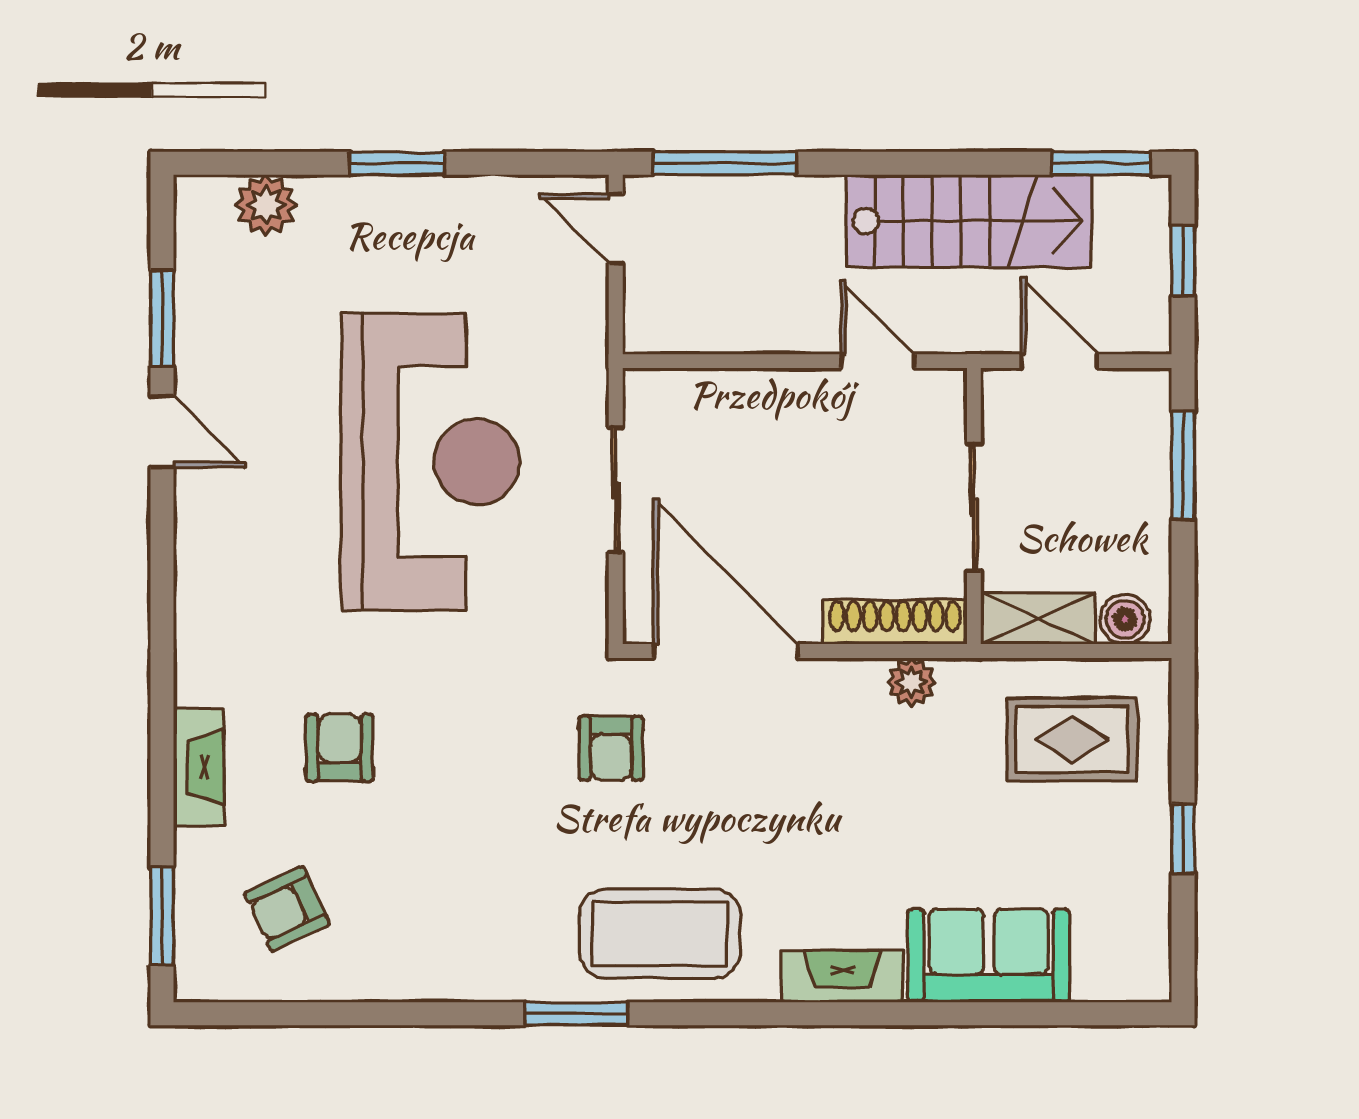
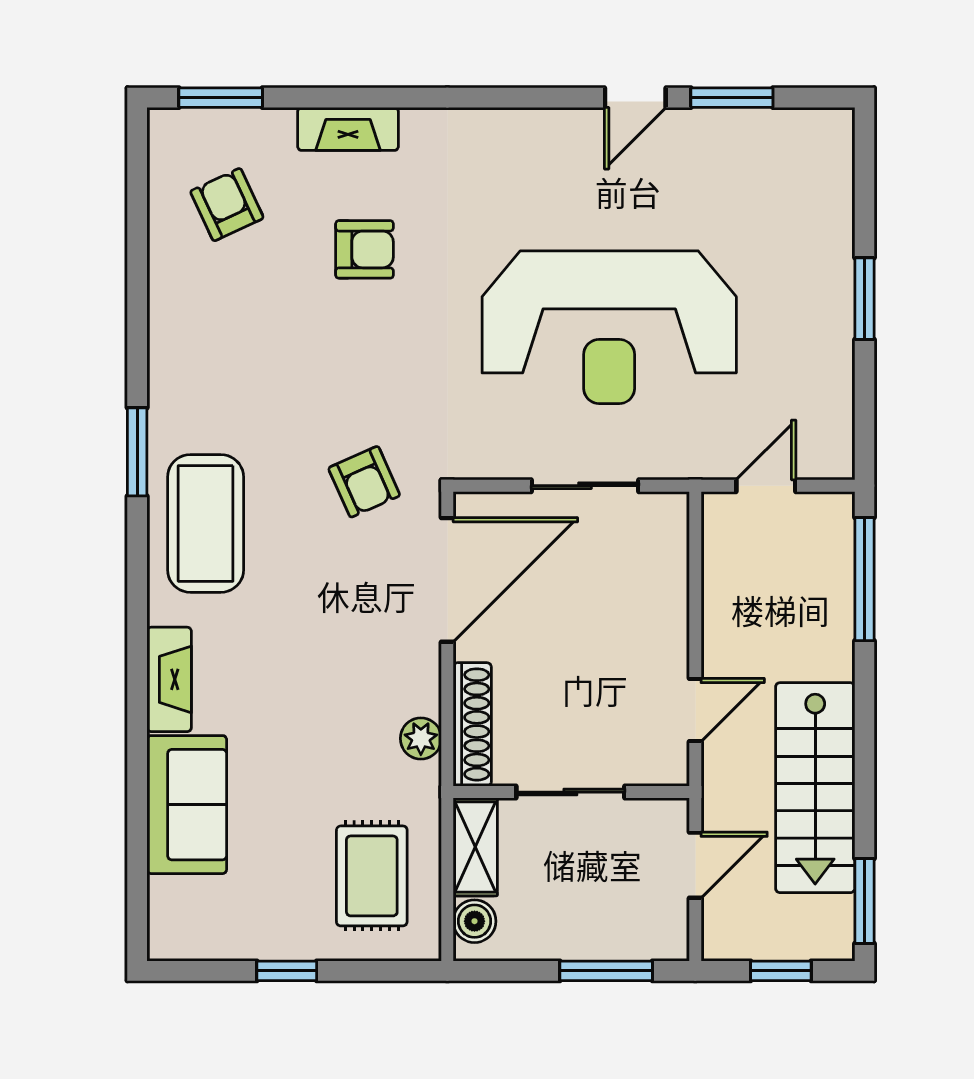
plant: (266, 205) -> (829, 186), removed
door: (616, 229) -> (766, 486), moved
armchair: (611, 748) -> (364, 482), turned -114

